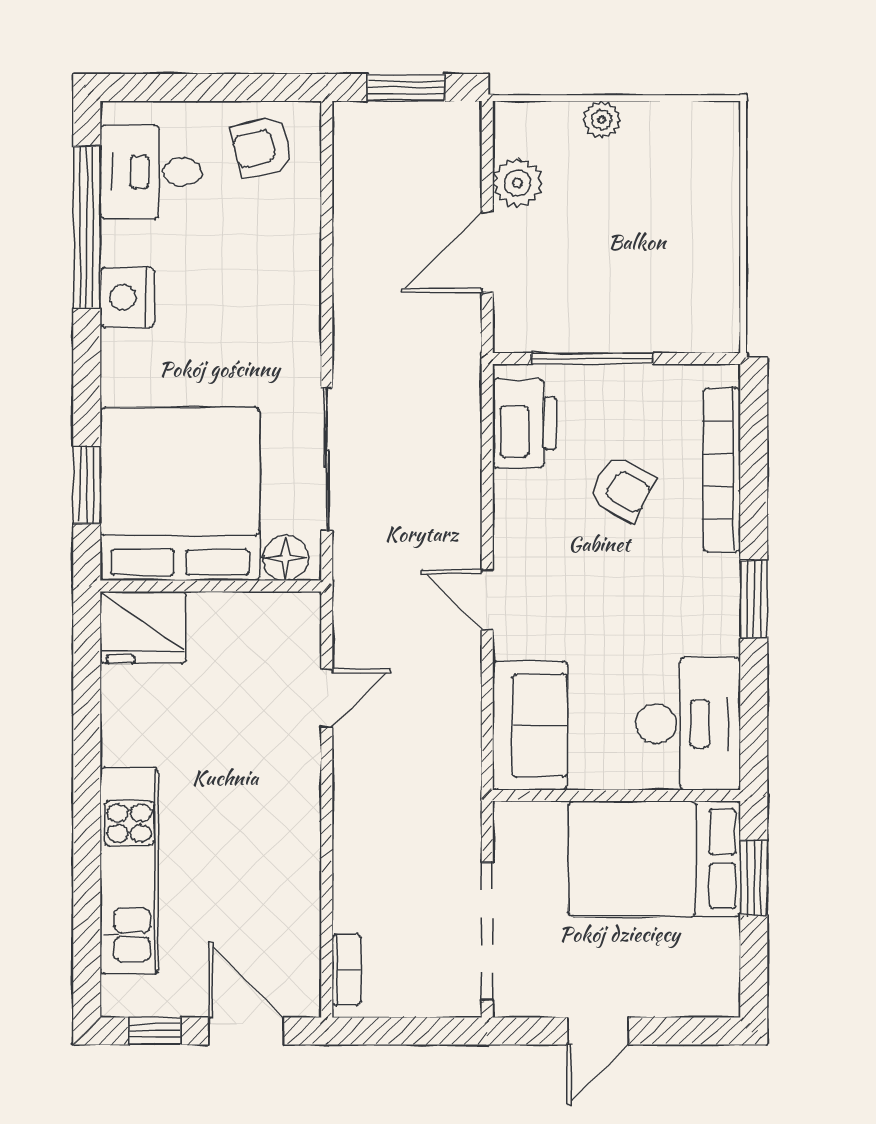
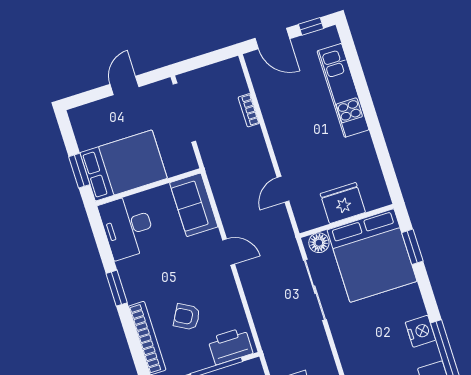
printer: (524, 423) -> (230, 346), moved, turned 90
fridge: (143, 627) -> (343, 203), moved
bookcase: (346, 969) -> (249, 110), moved

